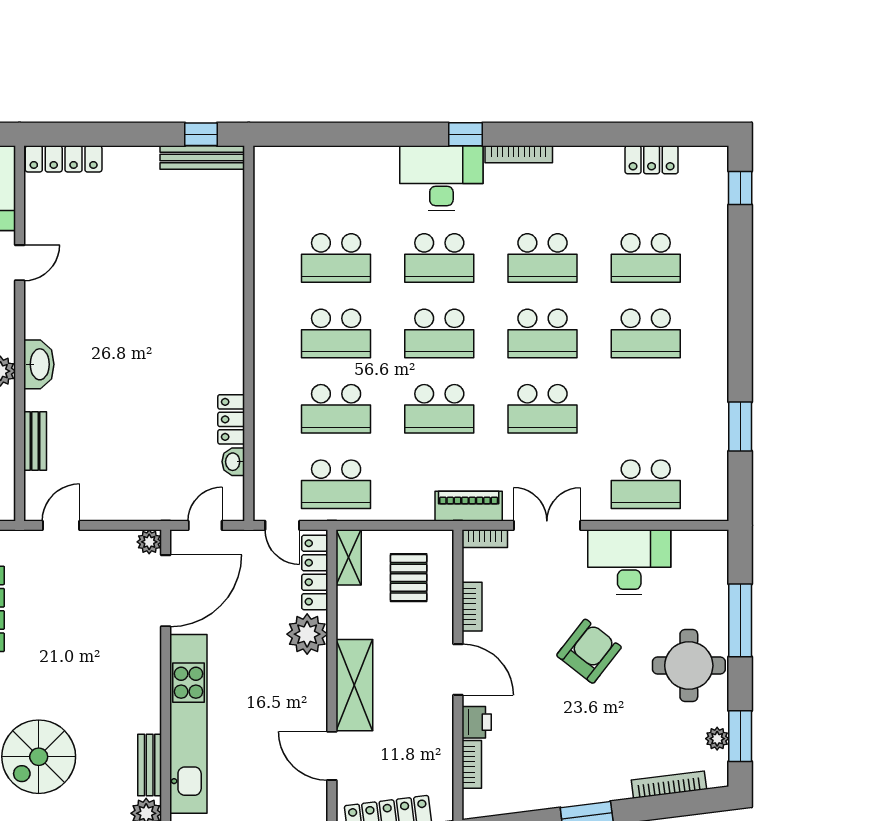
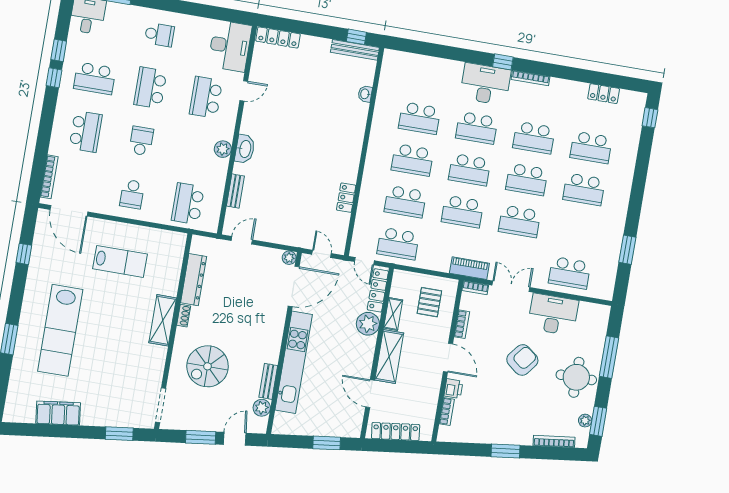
washbasin: (233, 462) -> (365, 94), moved
door: (205, 525) -> (322, 254), hinge flipped
shelving: (349, 557) -> (393, 314), moved

